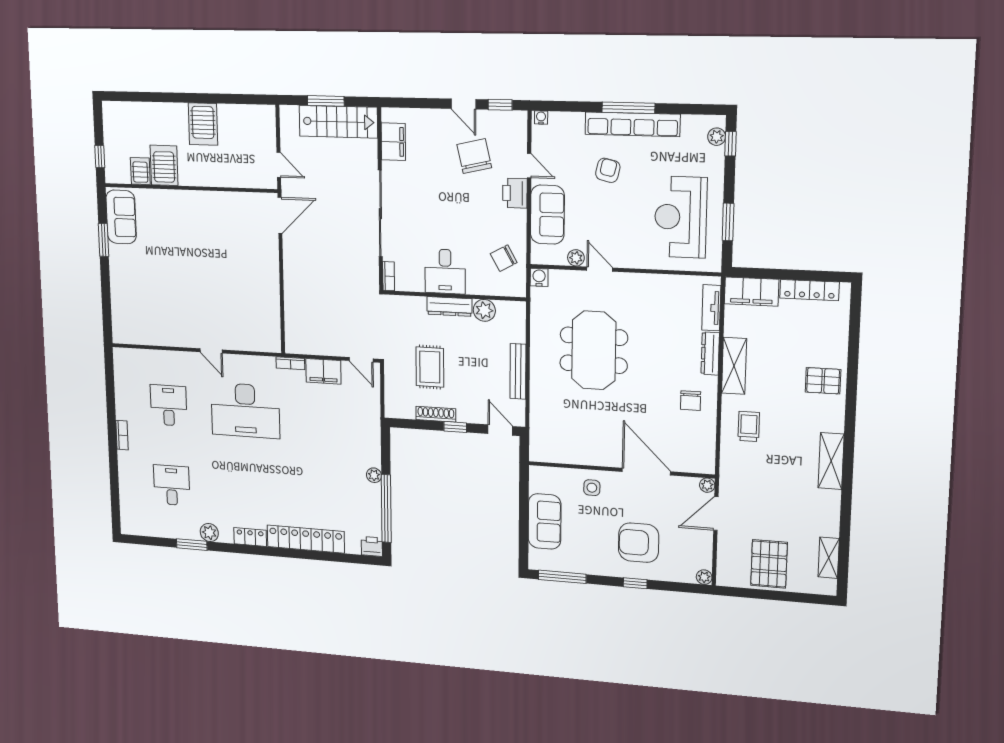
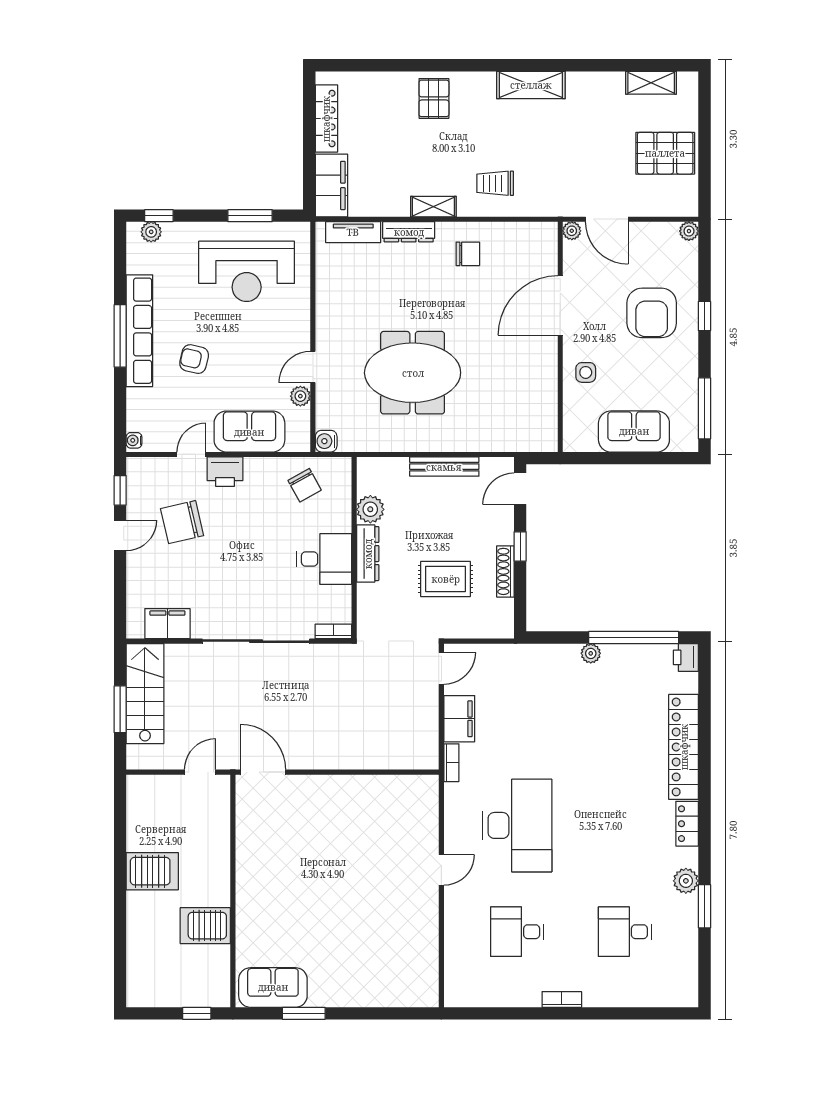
server rack: (140, 171) -> (213, 958), removed
shelving: (734, 366) -> (433, 207), width x0.67, depth x0.75

